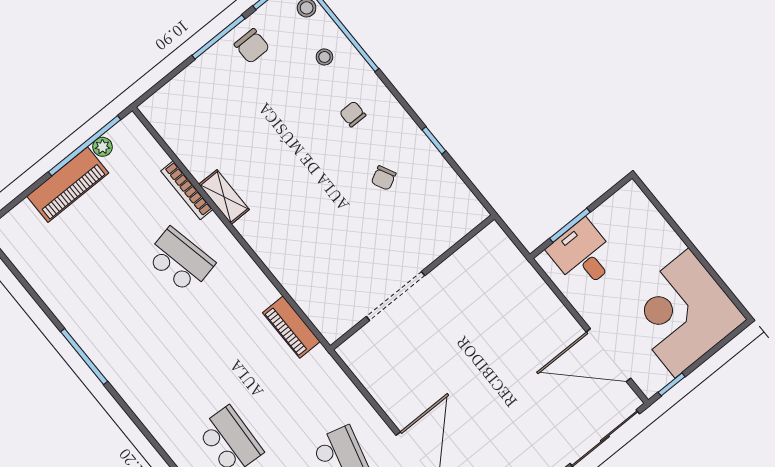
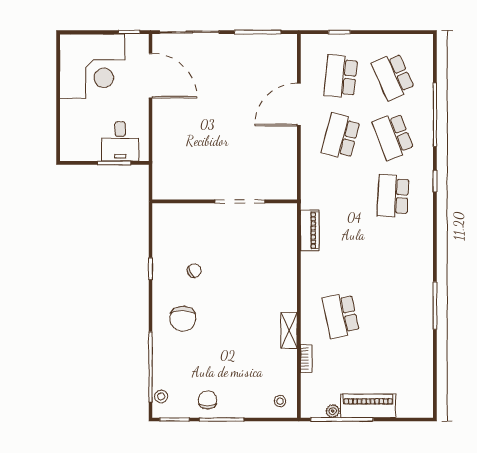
stool: (324, 57) -> (280, 401), moved
chair: (353, 114) -> (183, 319), width x1.87, depth x1.87
bookcase: (187, 190) -> (306, 358), width x0.64

